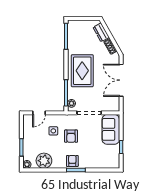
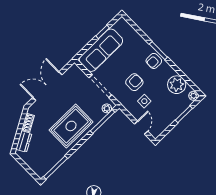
double door: (121, 80) -> (47, 86), swing flipped
door: (39, 113) -> (141, 128), hinge flipped
sofa: (111, 129) -> (101, 50), width x1.36

